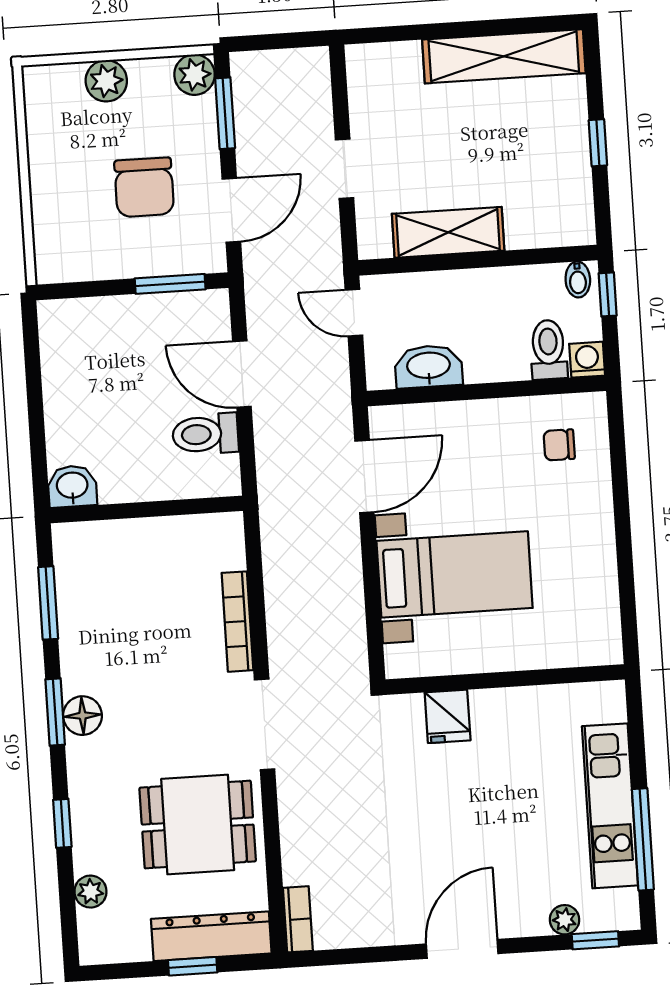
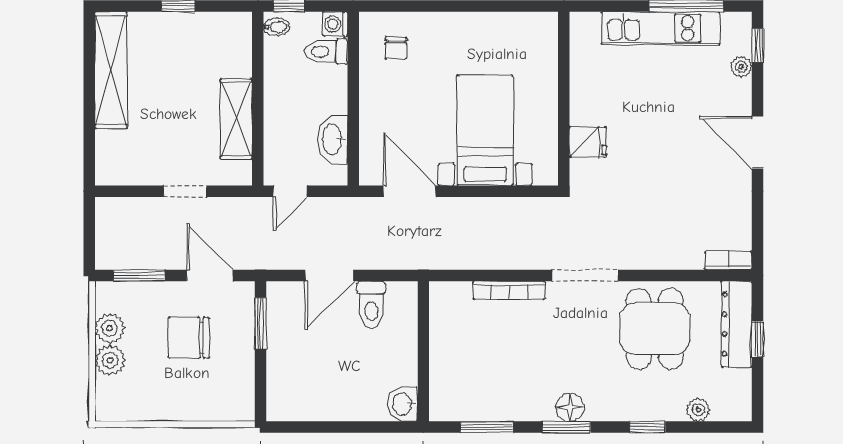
plant: (195, 75) -> (110, 328), moved
chair: (144, 187) -> (189, 338), turned 180

